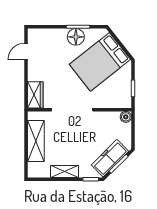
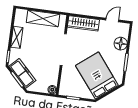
floor lamp: (76, 37) -> (121, 44), moved
door: (26, 52) -> (112, 20), hinge flipped
wardrobe: (35, 95) -> (83, 23), width x1.50

